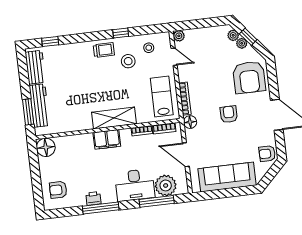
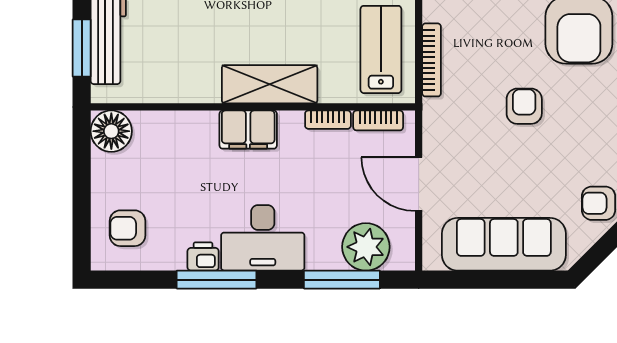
floor lamp: (190, 122) -> (437, 113), removed
desk: (135, 185) -> (263, 238), moved

